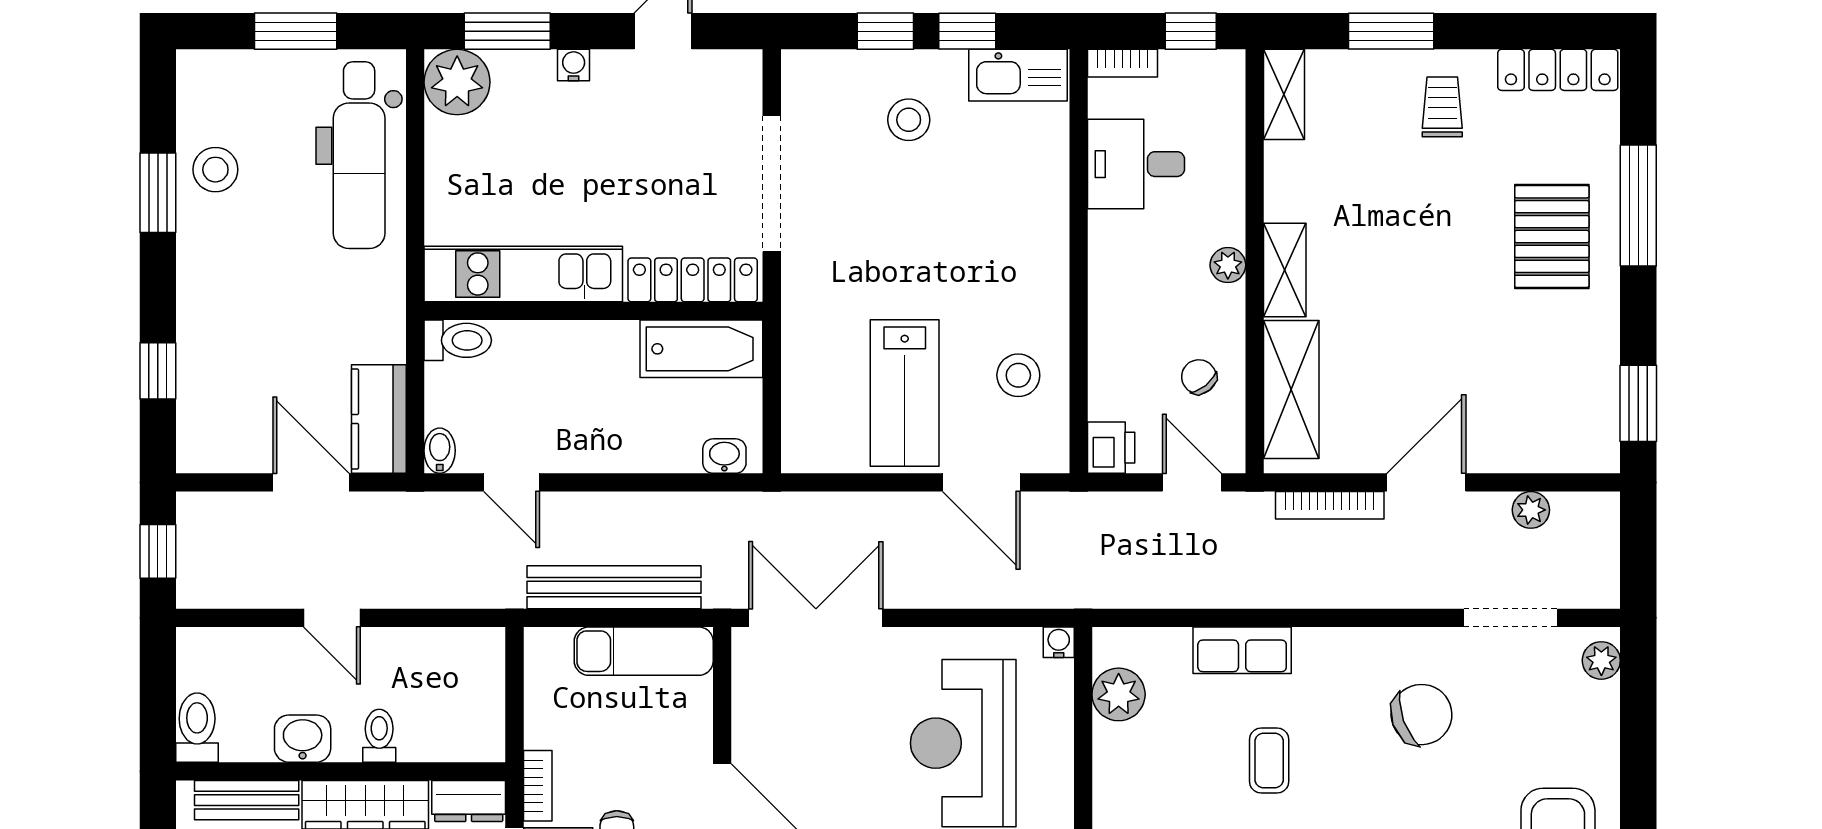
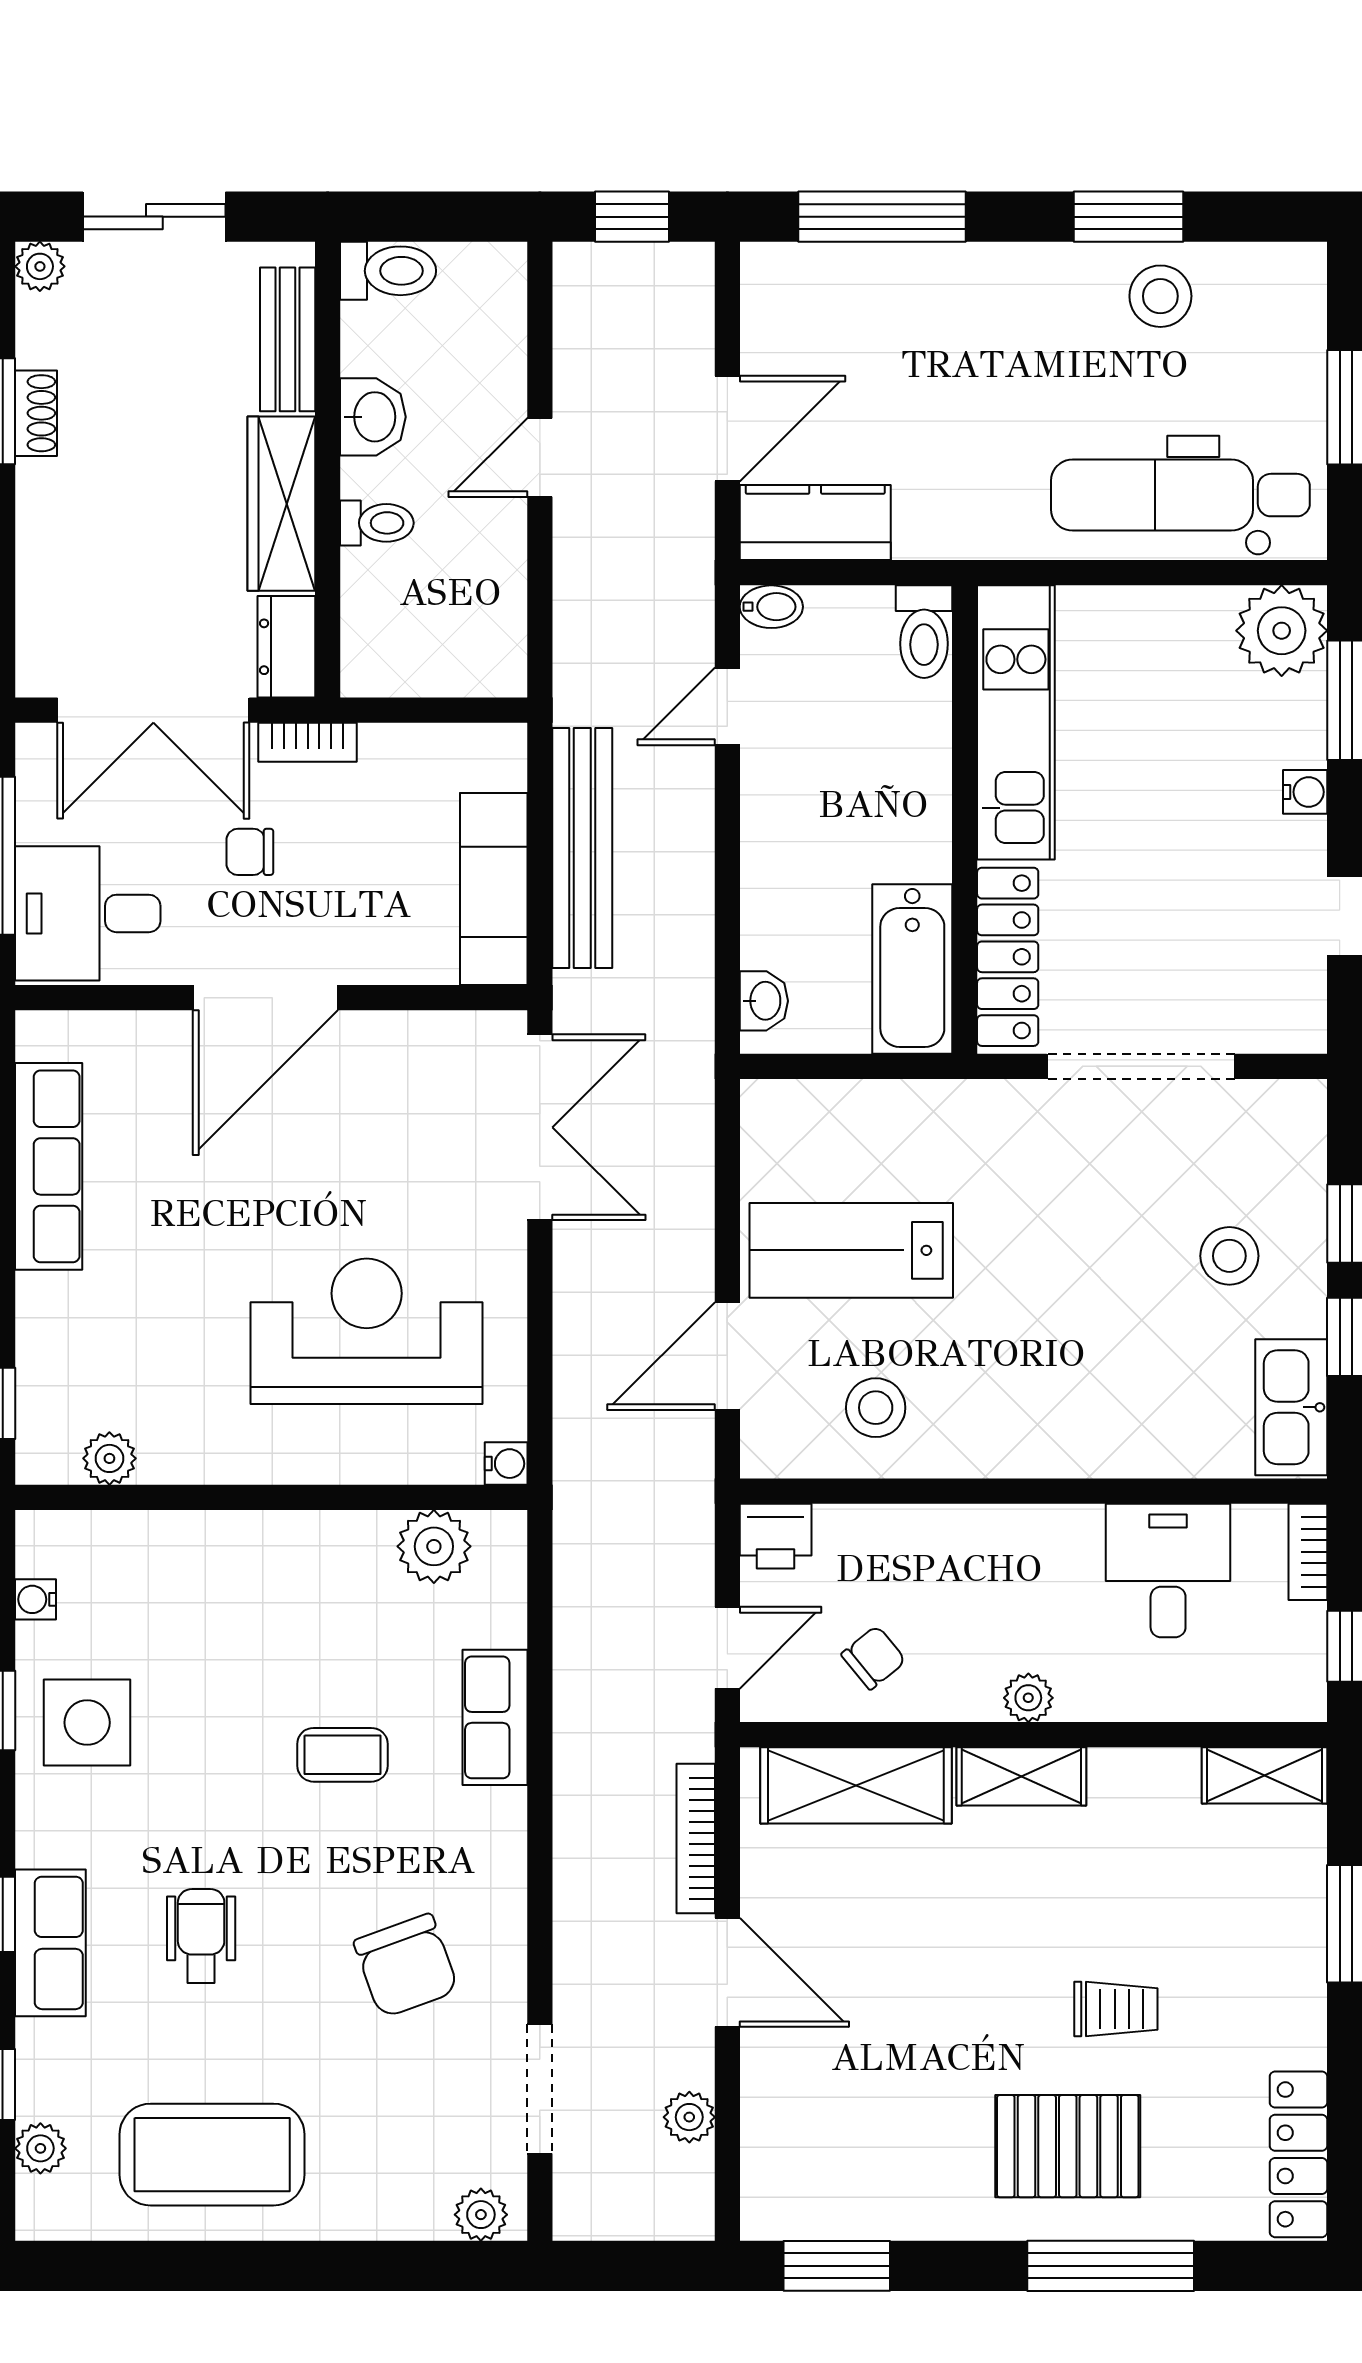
trolley: (1442, 107) -> (1116, 2009), moved
window: (158, 371) -> (882, 217), width x2.17

